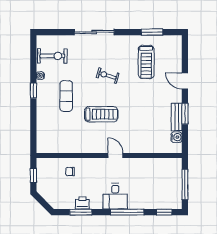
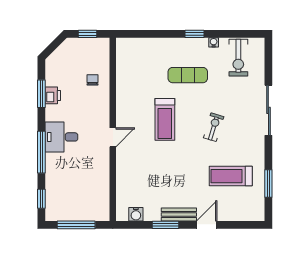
bench: (177, 117) -> (179, 214), moved

